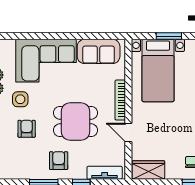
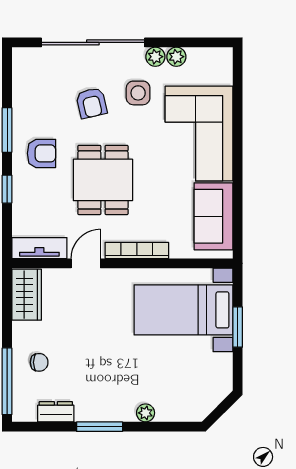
armchair: (27, 129) -> (92, 103), turned 77
tv unit: (105, 173) -> (39, 248), moved, turned -90

